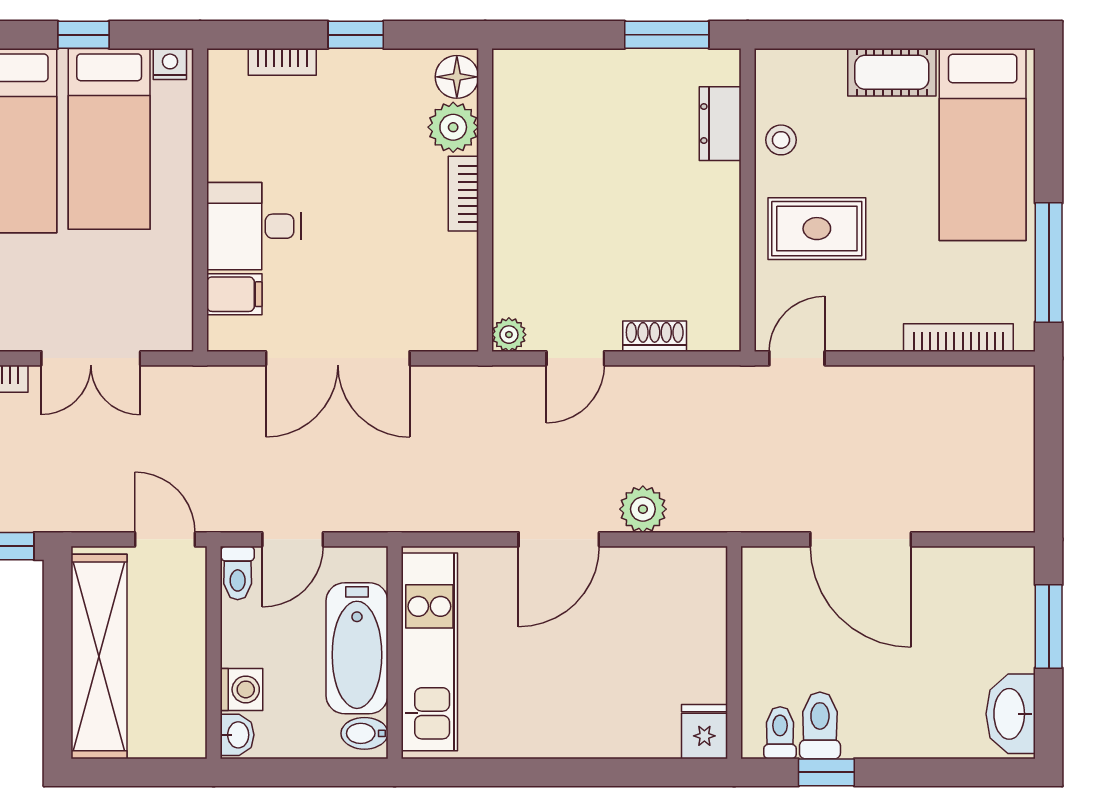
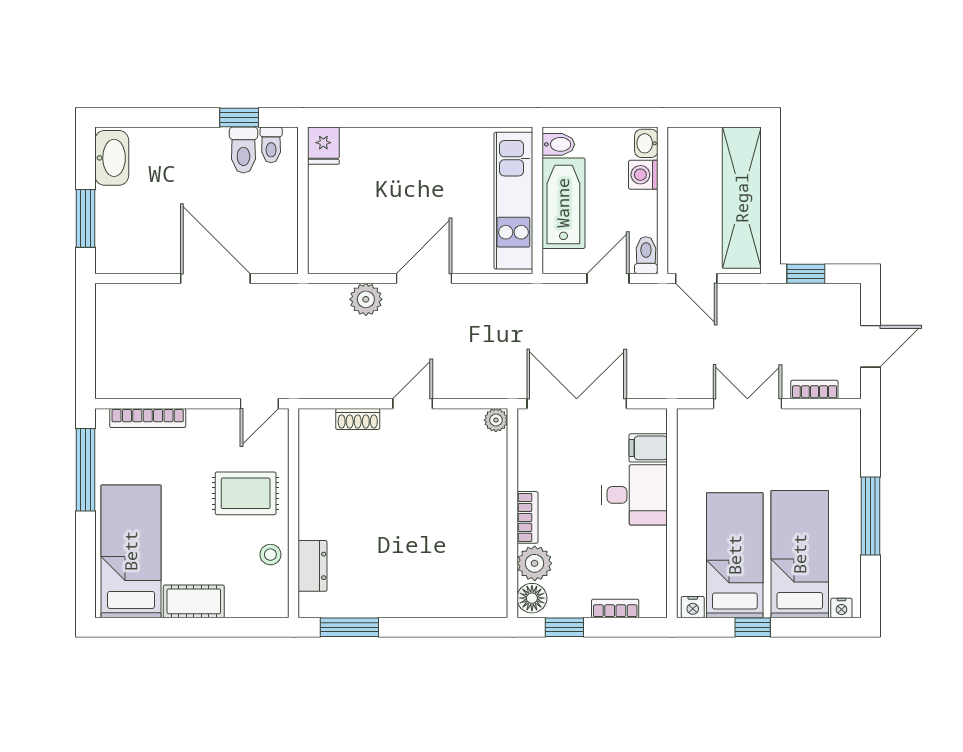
floor lamp: (457, 77) -> (532, 598), moved
plant: (453, 127) -> (535, 563), moved
bookcase: (463, 194) -> (527, 517), moved
wall: (485, 200) -> (512, 513), moved
plant: (509, 335) -> (496, 420), moved

